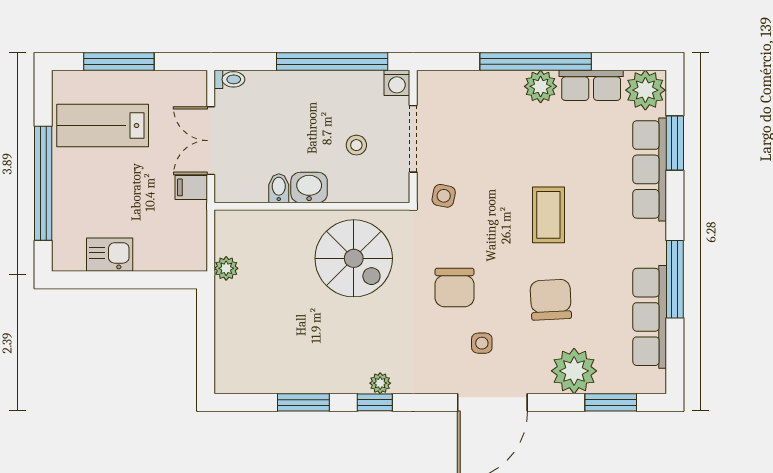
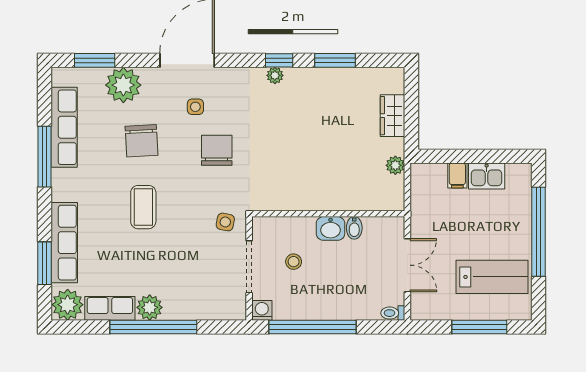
filing cabinet: (191, 187) -> (457, 176), moved, turned 90
spiral stairs: (354, 258) -> (296, 173), removed
wardrobe: (230, 332) -> (393, 116), added

